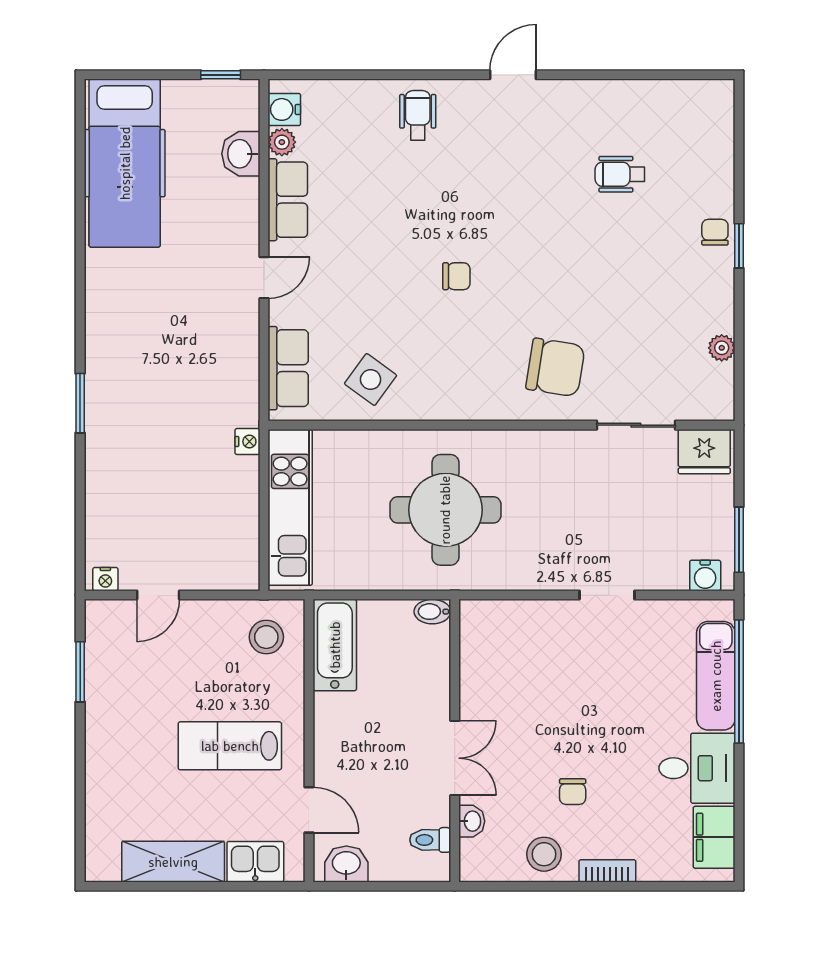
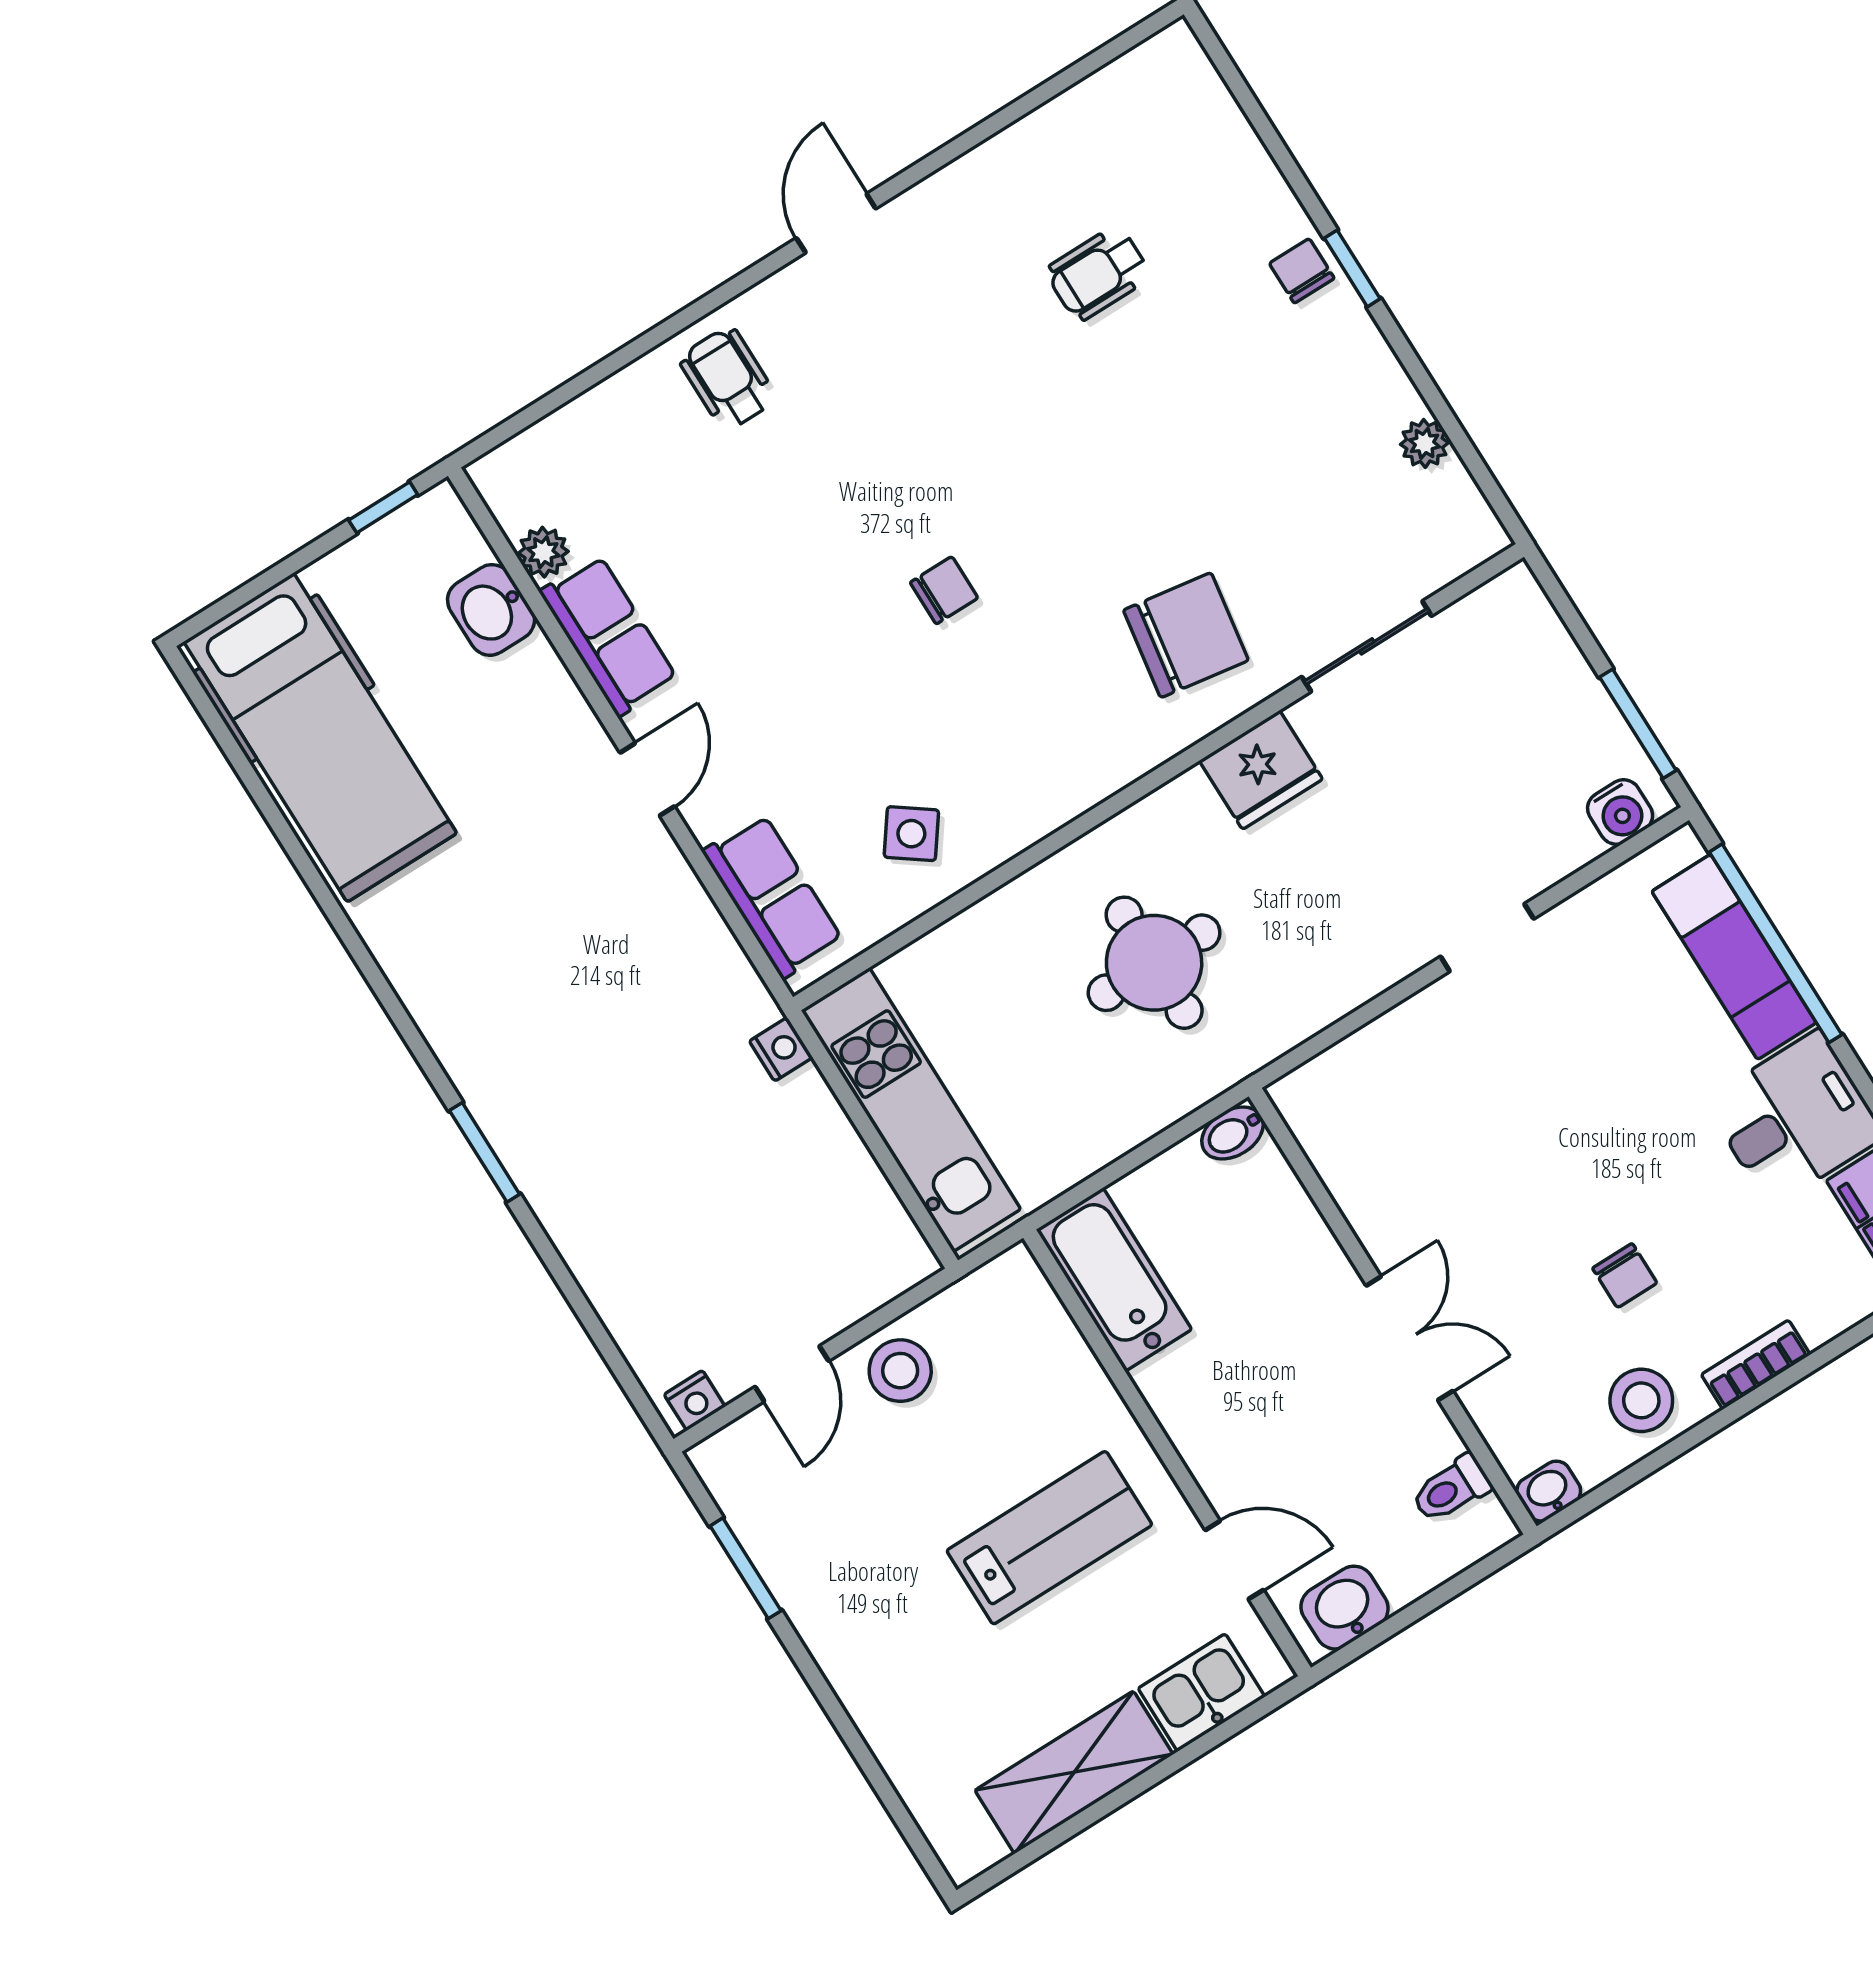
water cooler: (284, 109) -> (515, 499), removed
side table: (371, 380) -> (911, 834), width x0.73, depth x0.73
fridge: (704, 452) -> (1261, 770), moved
round table: (445, 510) -> (1154, 963), width x0.73, depth x0.73
stool: (266, 637) -> (900, 1371), moved
lab bench: (230, 746) -> (1049, 1538), turned 180
washbasin: (472, 821) -> (1549, 1491), moved, turned -90

